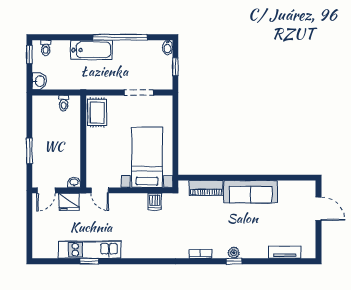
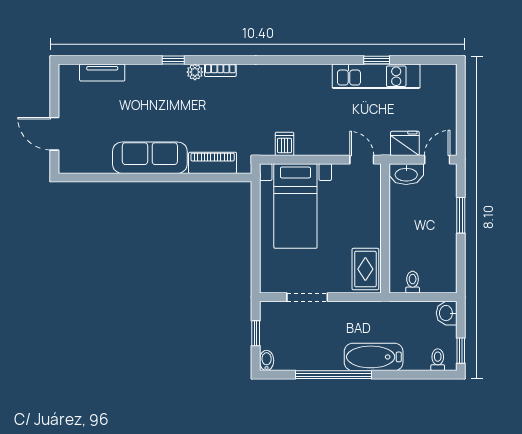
washbasin: (74, 182) -> (406, 174), width x1.91, depth x1.45
plant: (234, 253) -> (195, 72), moved

